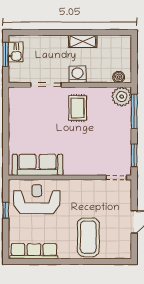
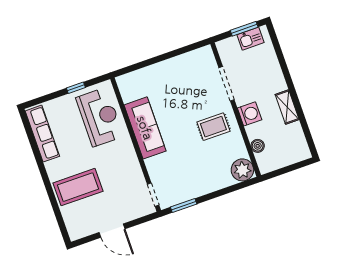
boiler: (119, 77) -> (258, 146), moved
window: (134, 111) -> (231, 189), removed
sofa: (38, 165) -> (145, 128), moved

